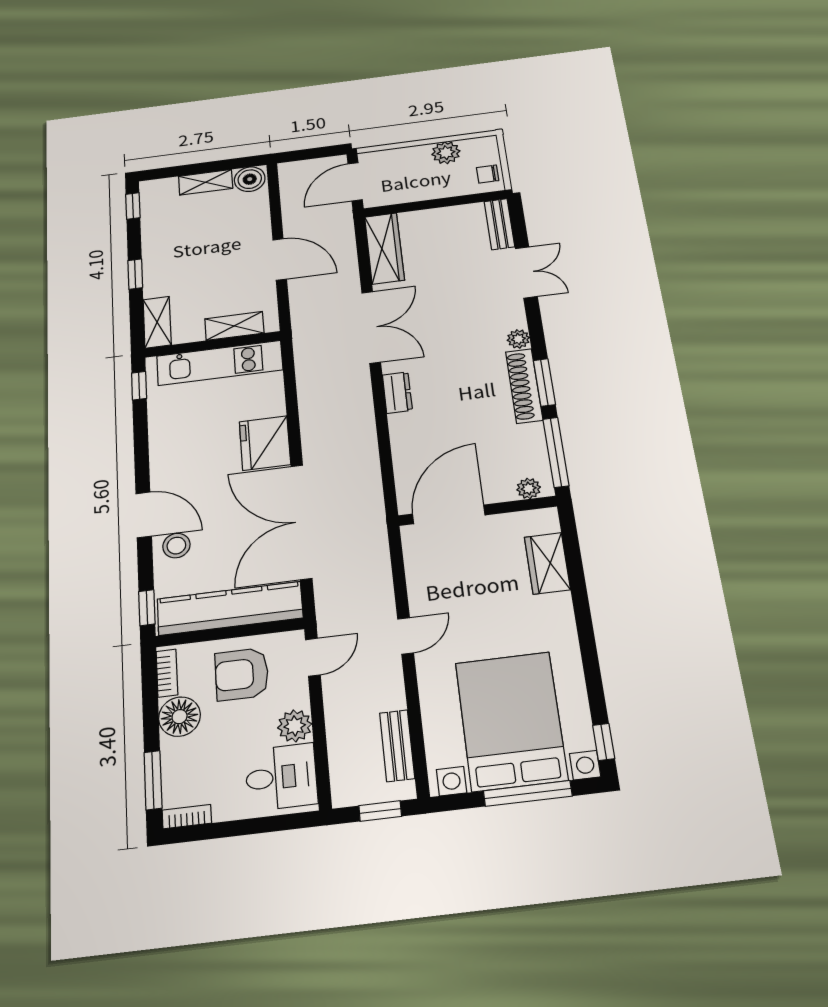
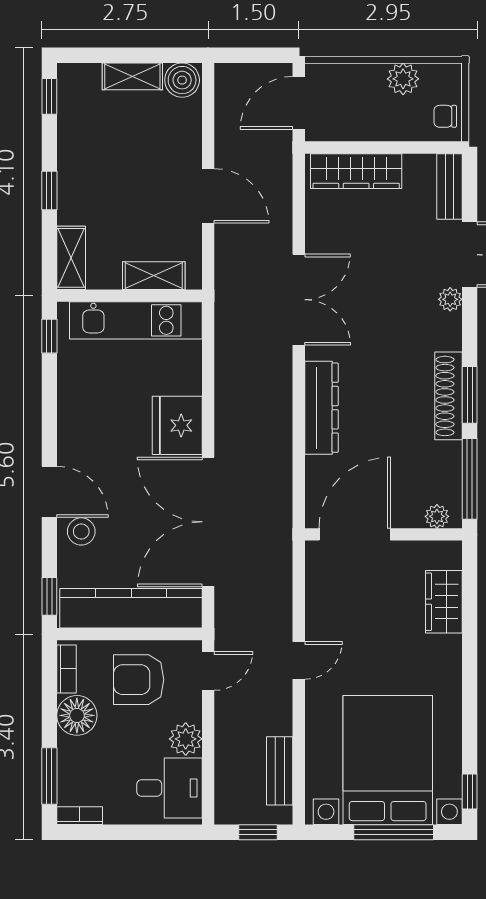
wardrobe: (384, 248) -> (356, 171), moved, turned 90
plant: (518, 339) -> (450, 299), moved
dresser: (397, 393) -> (321, 408), width x1.96, depth x1.24

